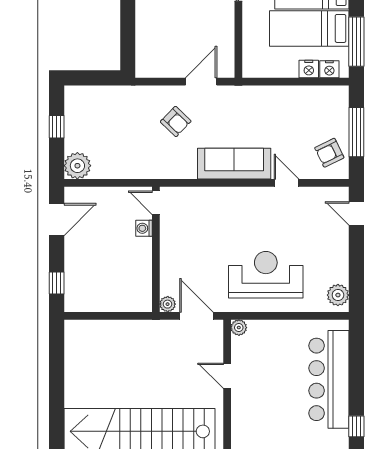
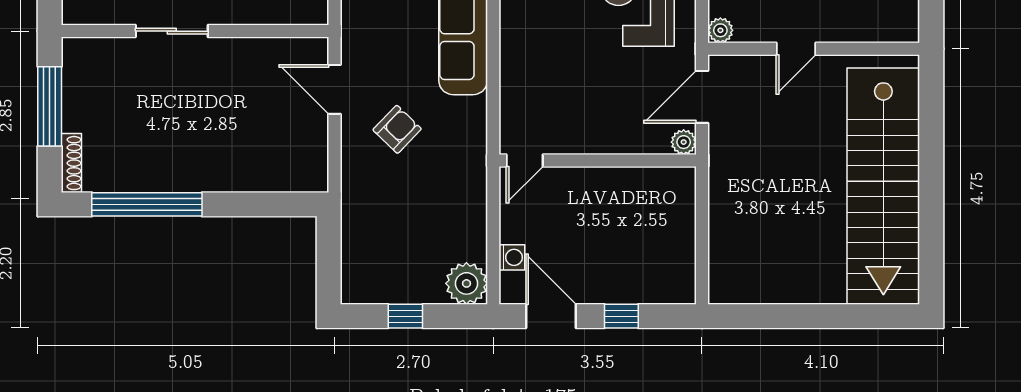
washing machine: (144, 228) -> (512, 257), moved, turned -90
window: (57, 283) -> (621, 316), moved

